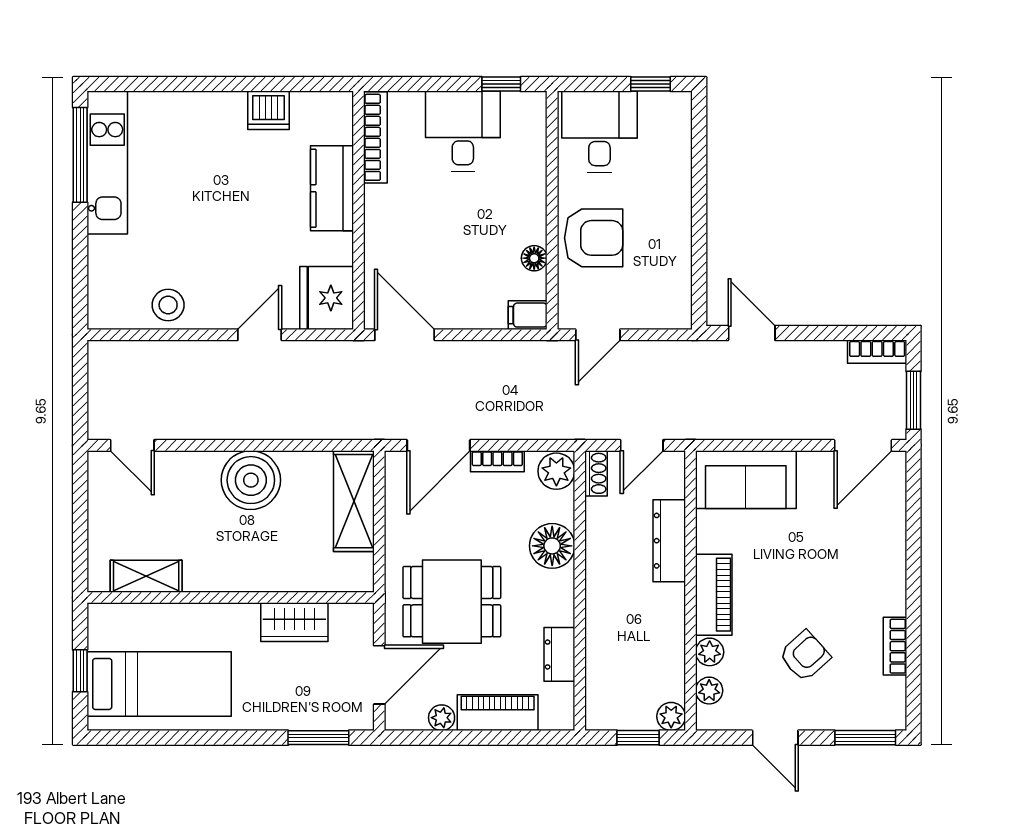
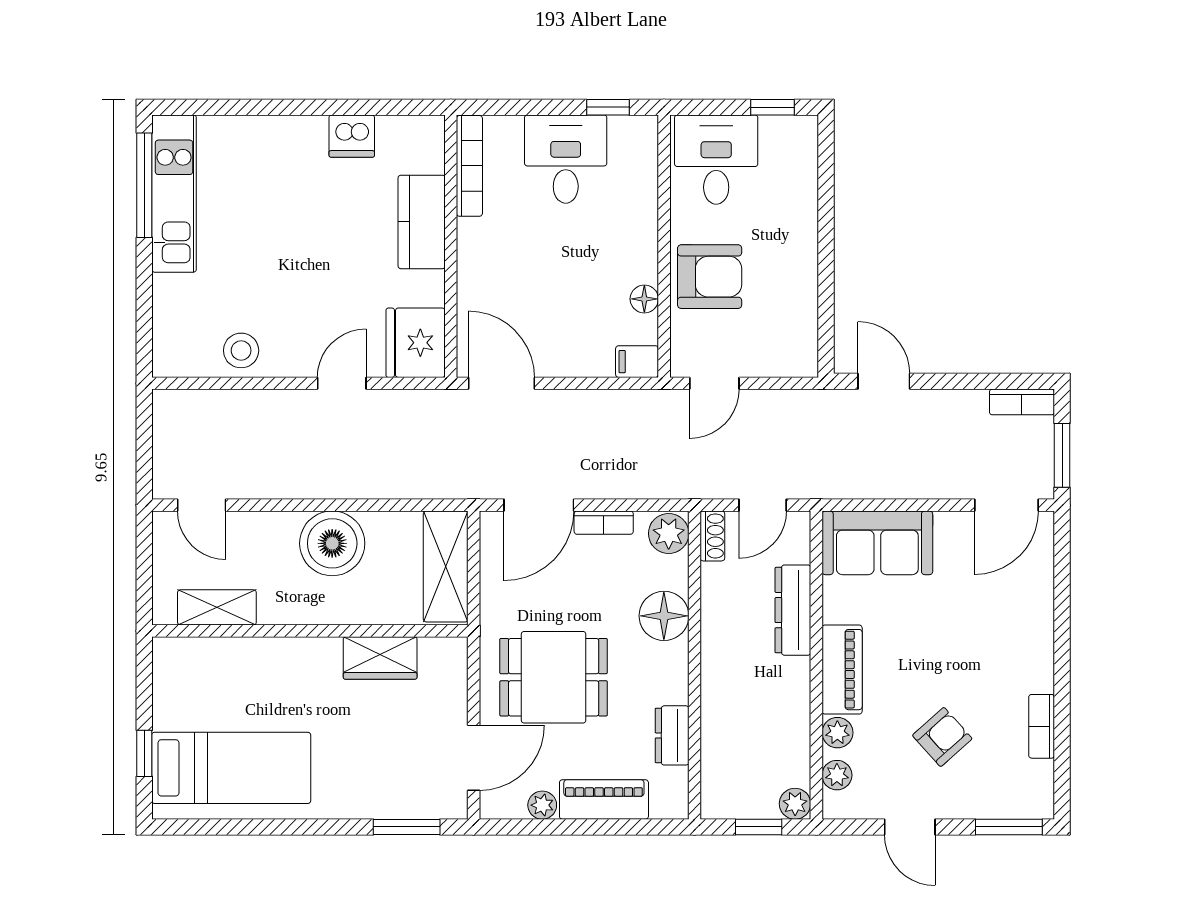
shelving: (146, 576) -> (217, 607), moved
wall: (231, 598) -> (310, 631), moved
wardrobe: (294, 622) -> (380, 658), moved

